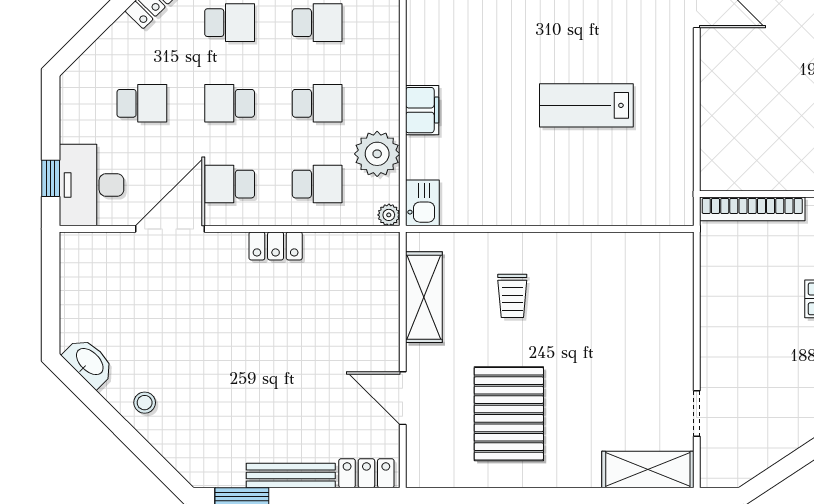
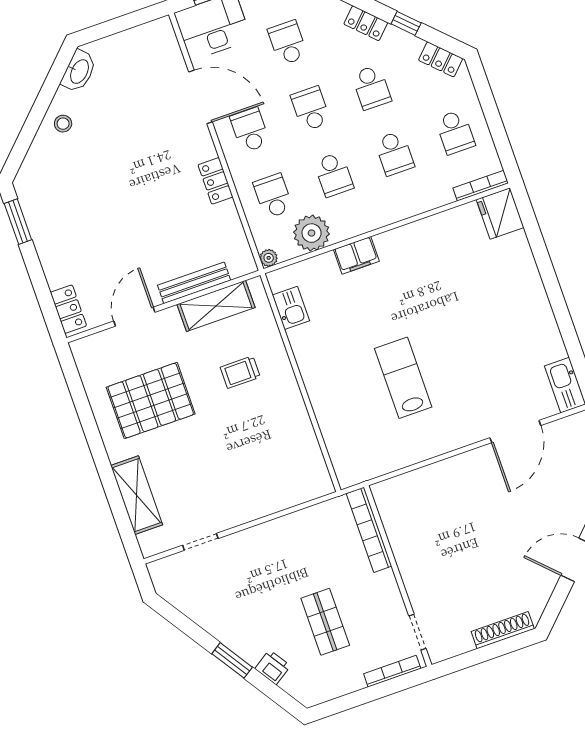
school desk: (142, 103) -> (288, 43), turned 180
school desk: (317, 184) -> (273, 196), turned 180
kitchen sink: (422, 203) -> (291, 308), moved, turned -90
shelving: (648, 470) -> (137, 495), moved
bench: (291, 475) -> (194, 283), moved, turned 90

